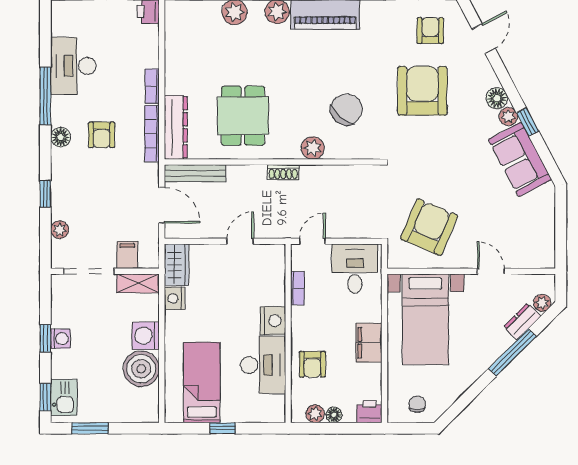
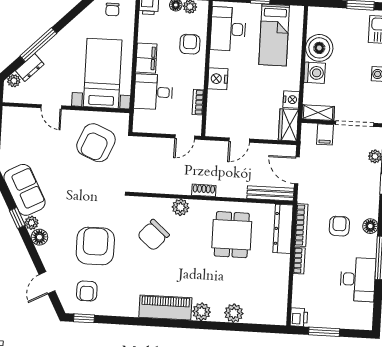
armchair: (422, 91) -> (95, 246), turned 180
desk: (355, 269) -> (153, 92), moved, turned 90
desk: (263, 365) -> (228, 29), moved

